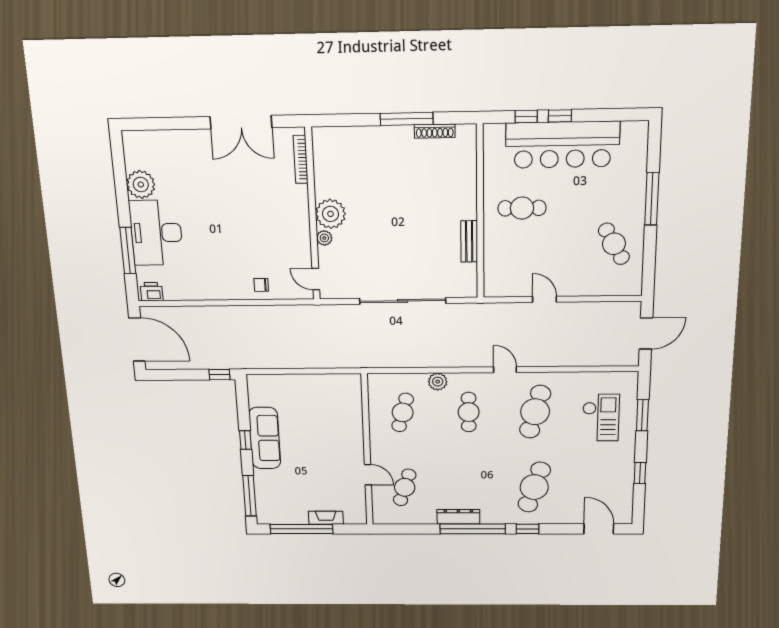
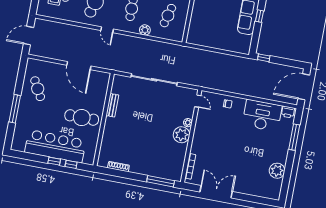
window: (407, 119) -> (161, 181), moved
cafe table: (522, 208) -> (82, 118), width x1.37, depth x1.35
desk: (156, 233) -> (262, 115), moved, turned -90
door: (544, 299) -> (79, 66), width x1.87
door: (137, 340) -> (304, 87), hinge flipped

